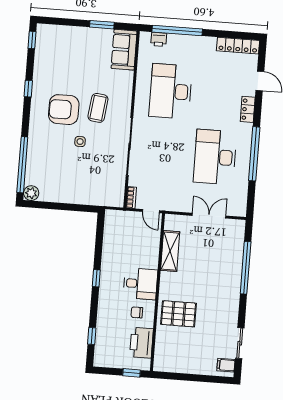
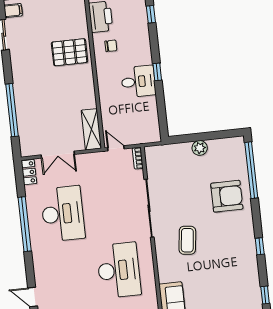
locker: (248, 109) -> (29, 172), moved
armchair: (64, 110) -> (227, 196), moved
side table: (80, 142) -> (199, 204), removed
plant: (31, 193) -> (200, 148), moved
shelving: (170, 251) -> (91, 129), moved
desk: (140, 284) -> (138, 81), moved, turned 180

